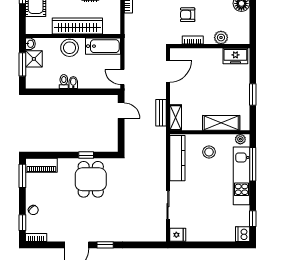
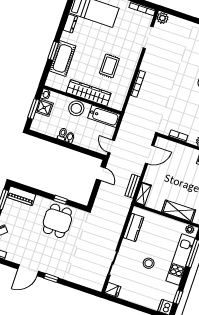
armchair: (188, 15) -> (181, 114), removed
stool: (209, 152) -> (149, 263), moved
kitchen counter: (177, 158) -> (133, 227), width x0.67

